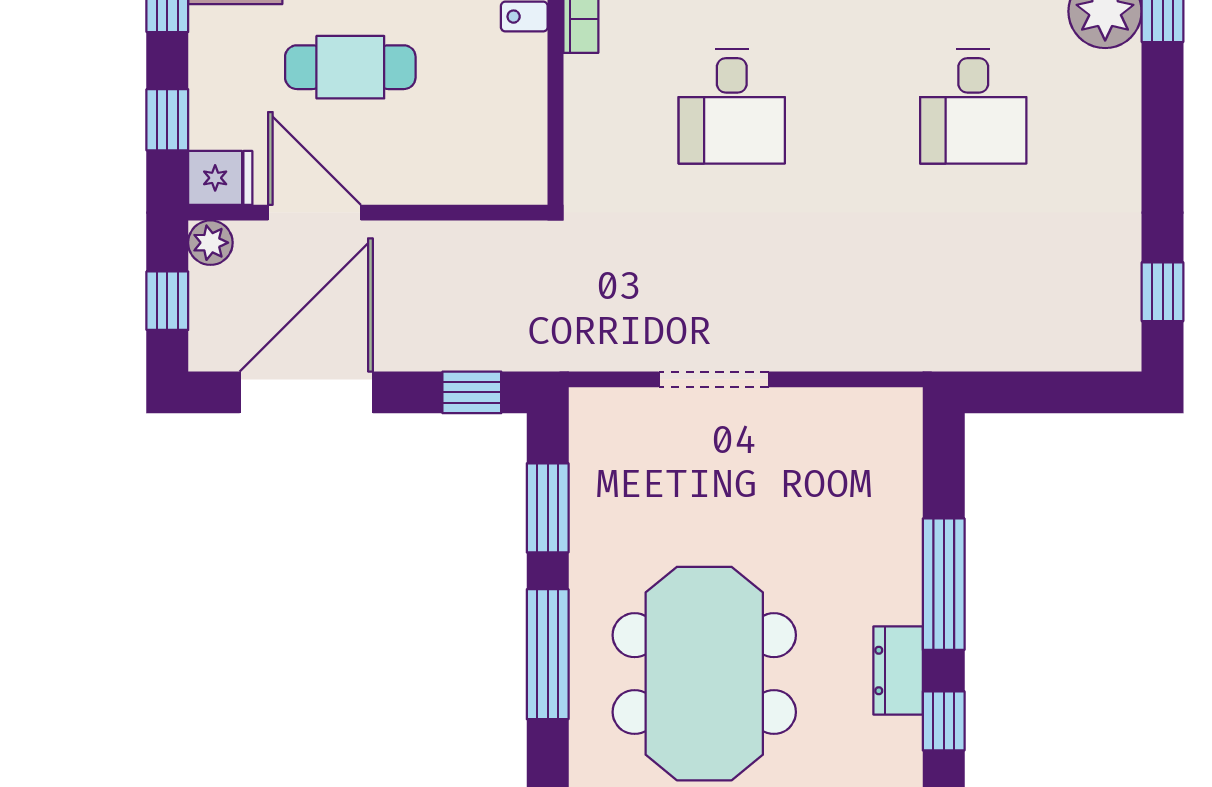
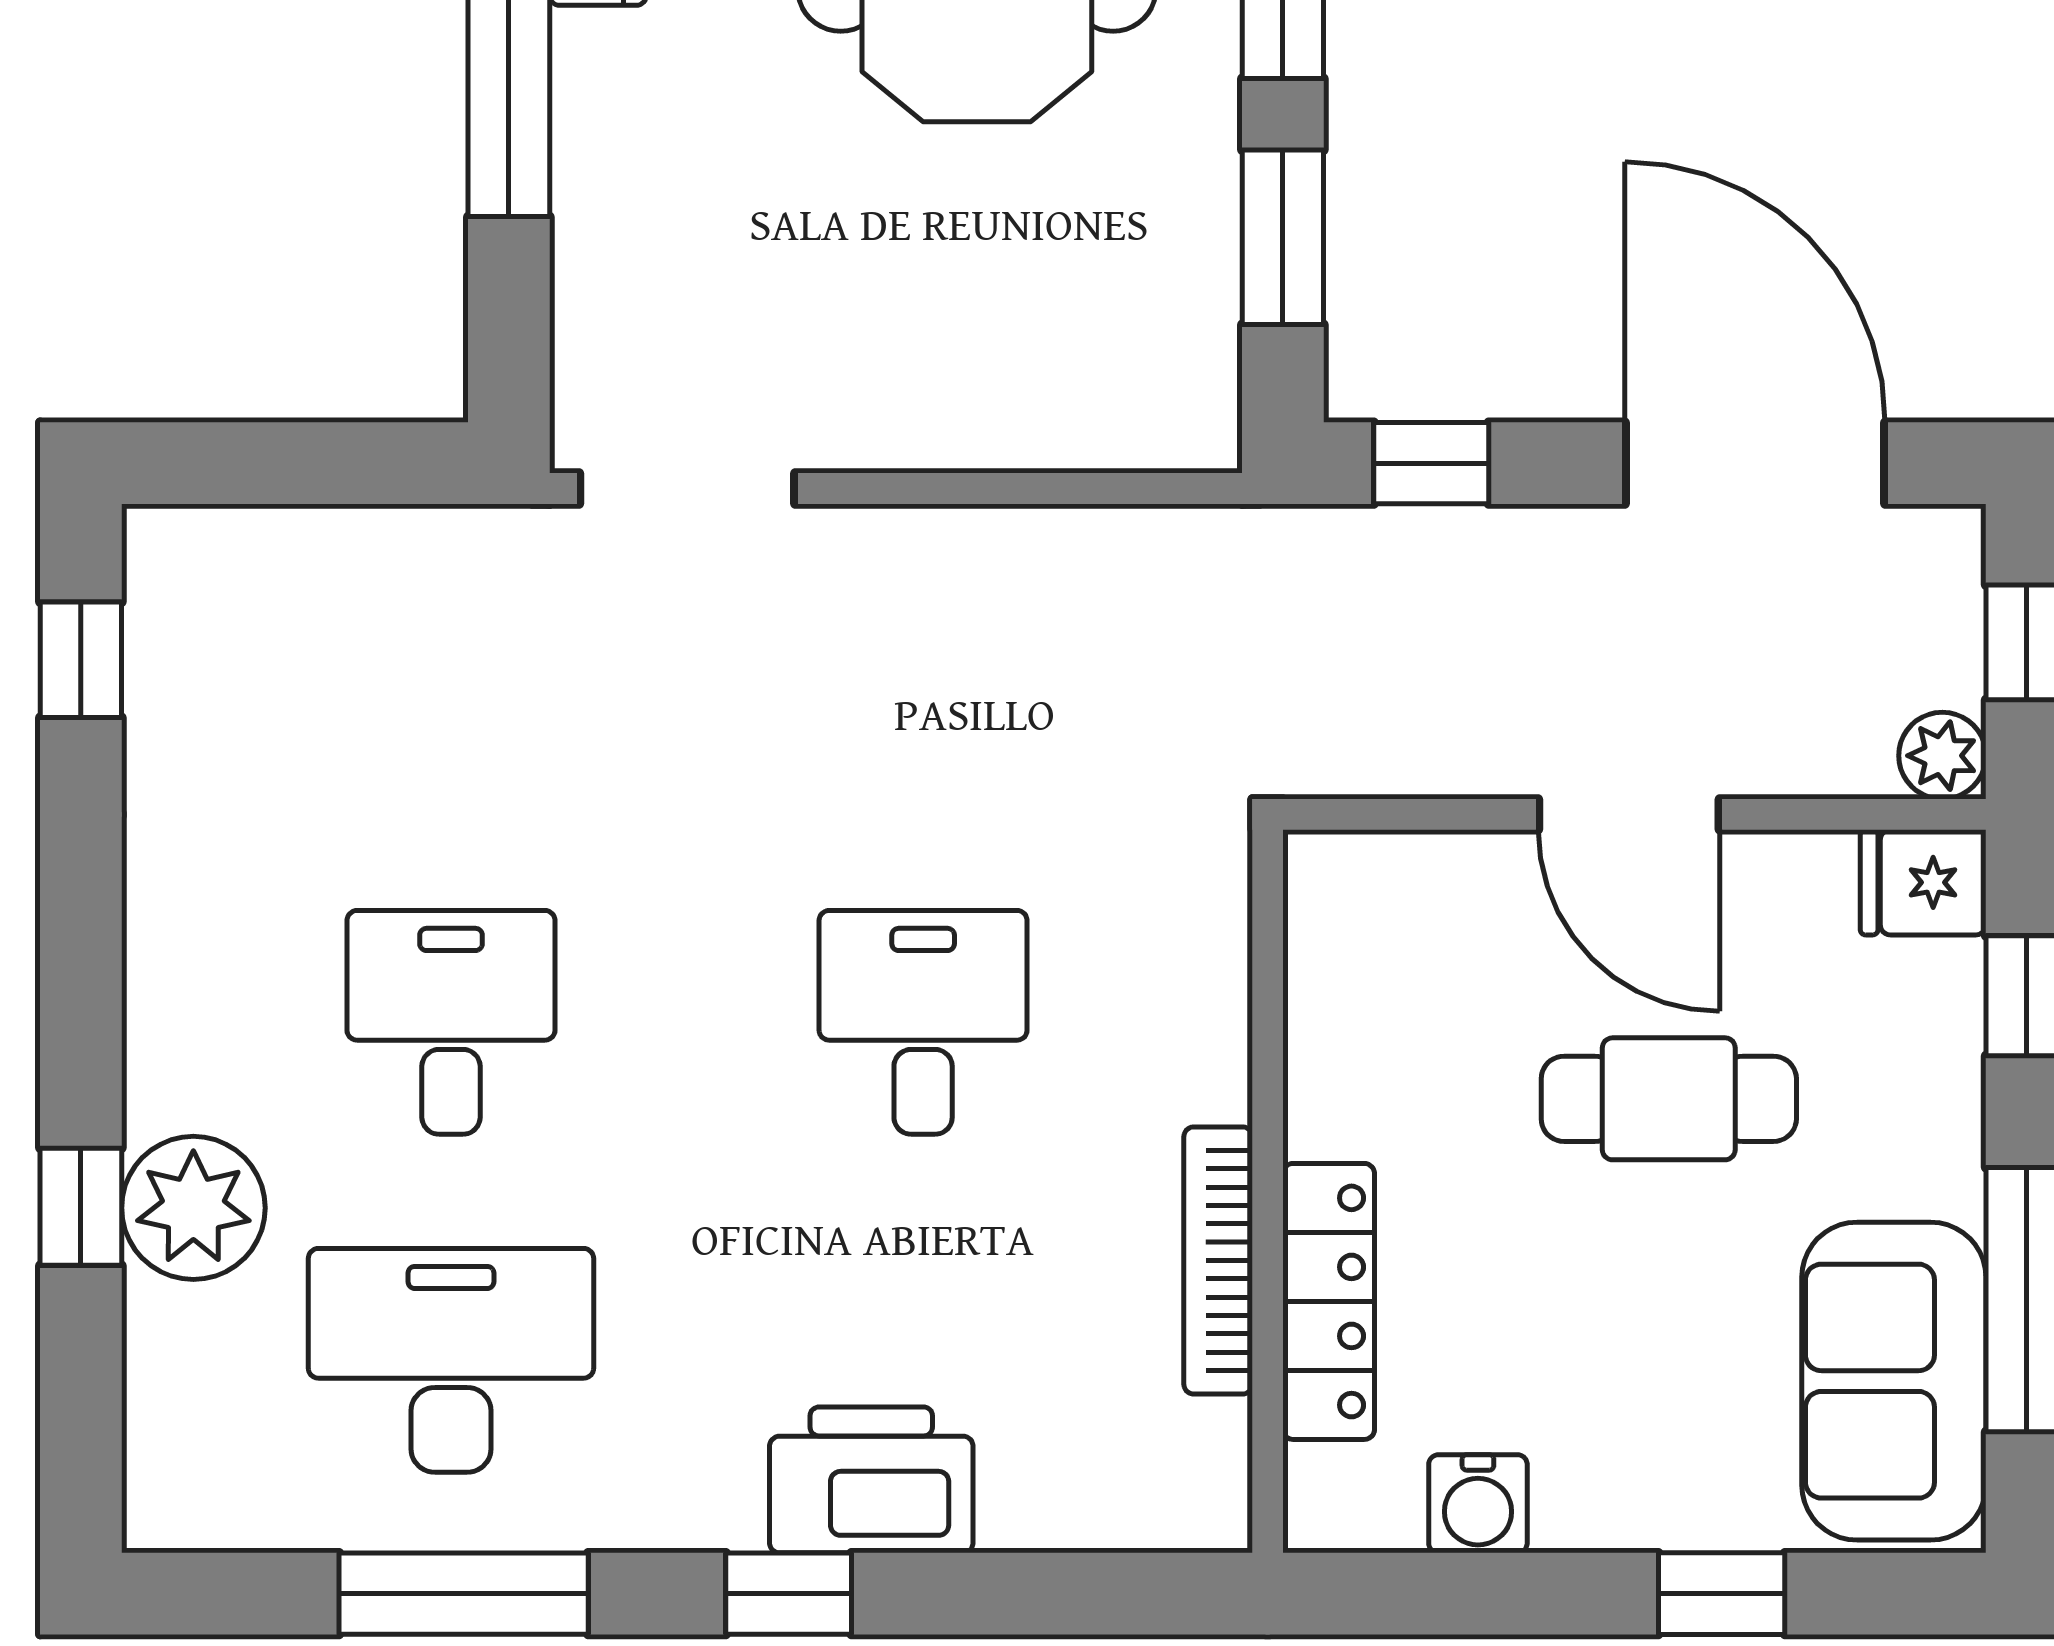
door: (314, 213) -> (1629, 814), moved
doorway: (714, 379) -> (687, 488), moved
door: (306, 392) -> (1755, 463), swing flipped

